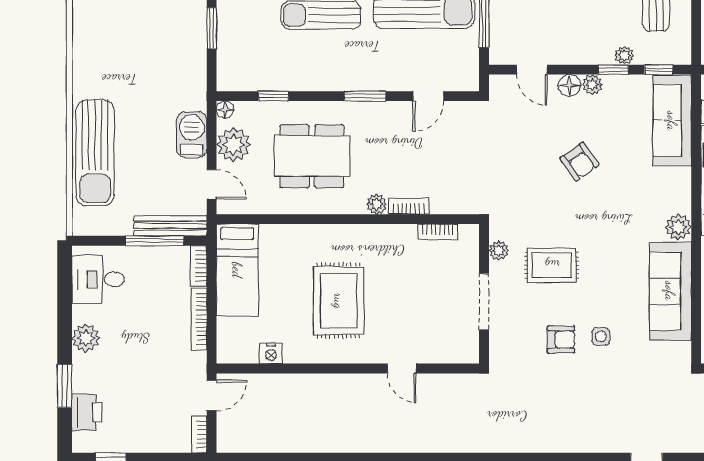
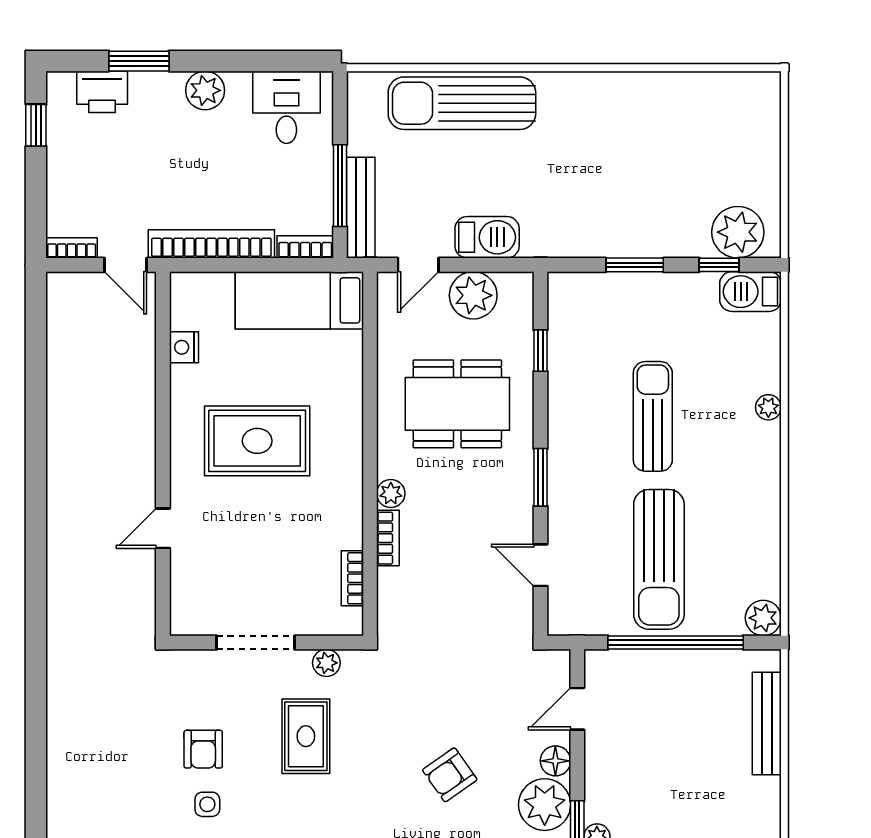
plant: (592, 84) -> (545, 805), width x1.88, depth x1.88
floor lamp: (225, 110) -> (522, 283), removed
dining table: (312, 156) -> (457, 404), turned 90
bookcase: (199, 319) -> (211, 244), width x1.48, depth x1.31

